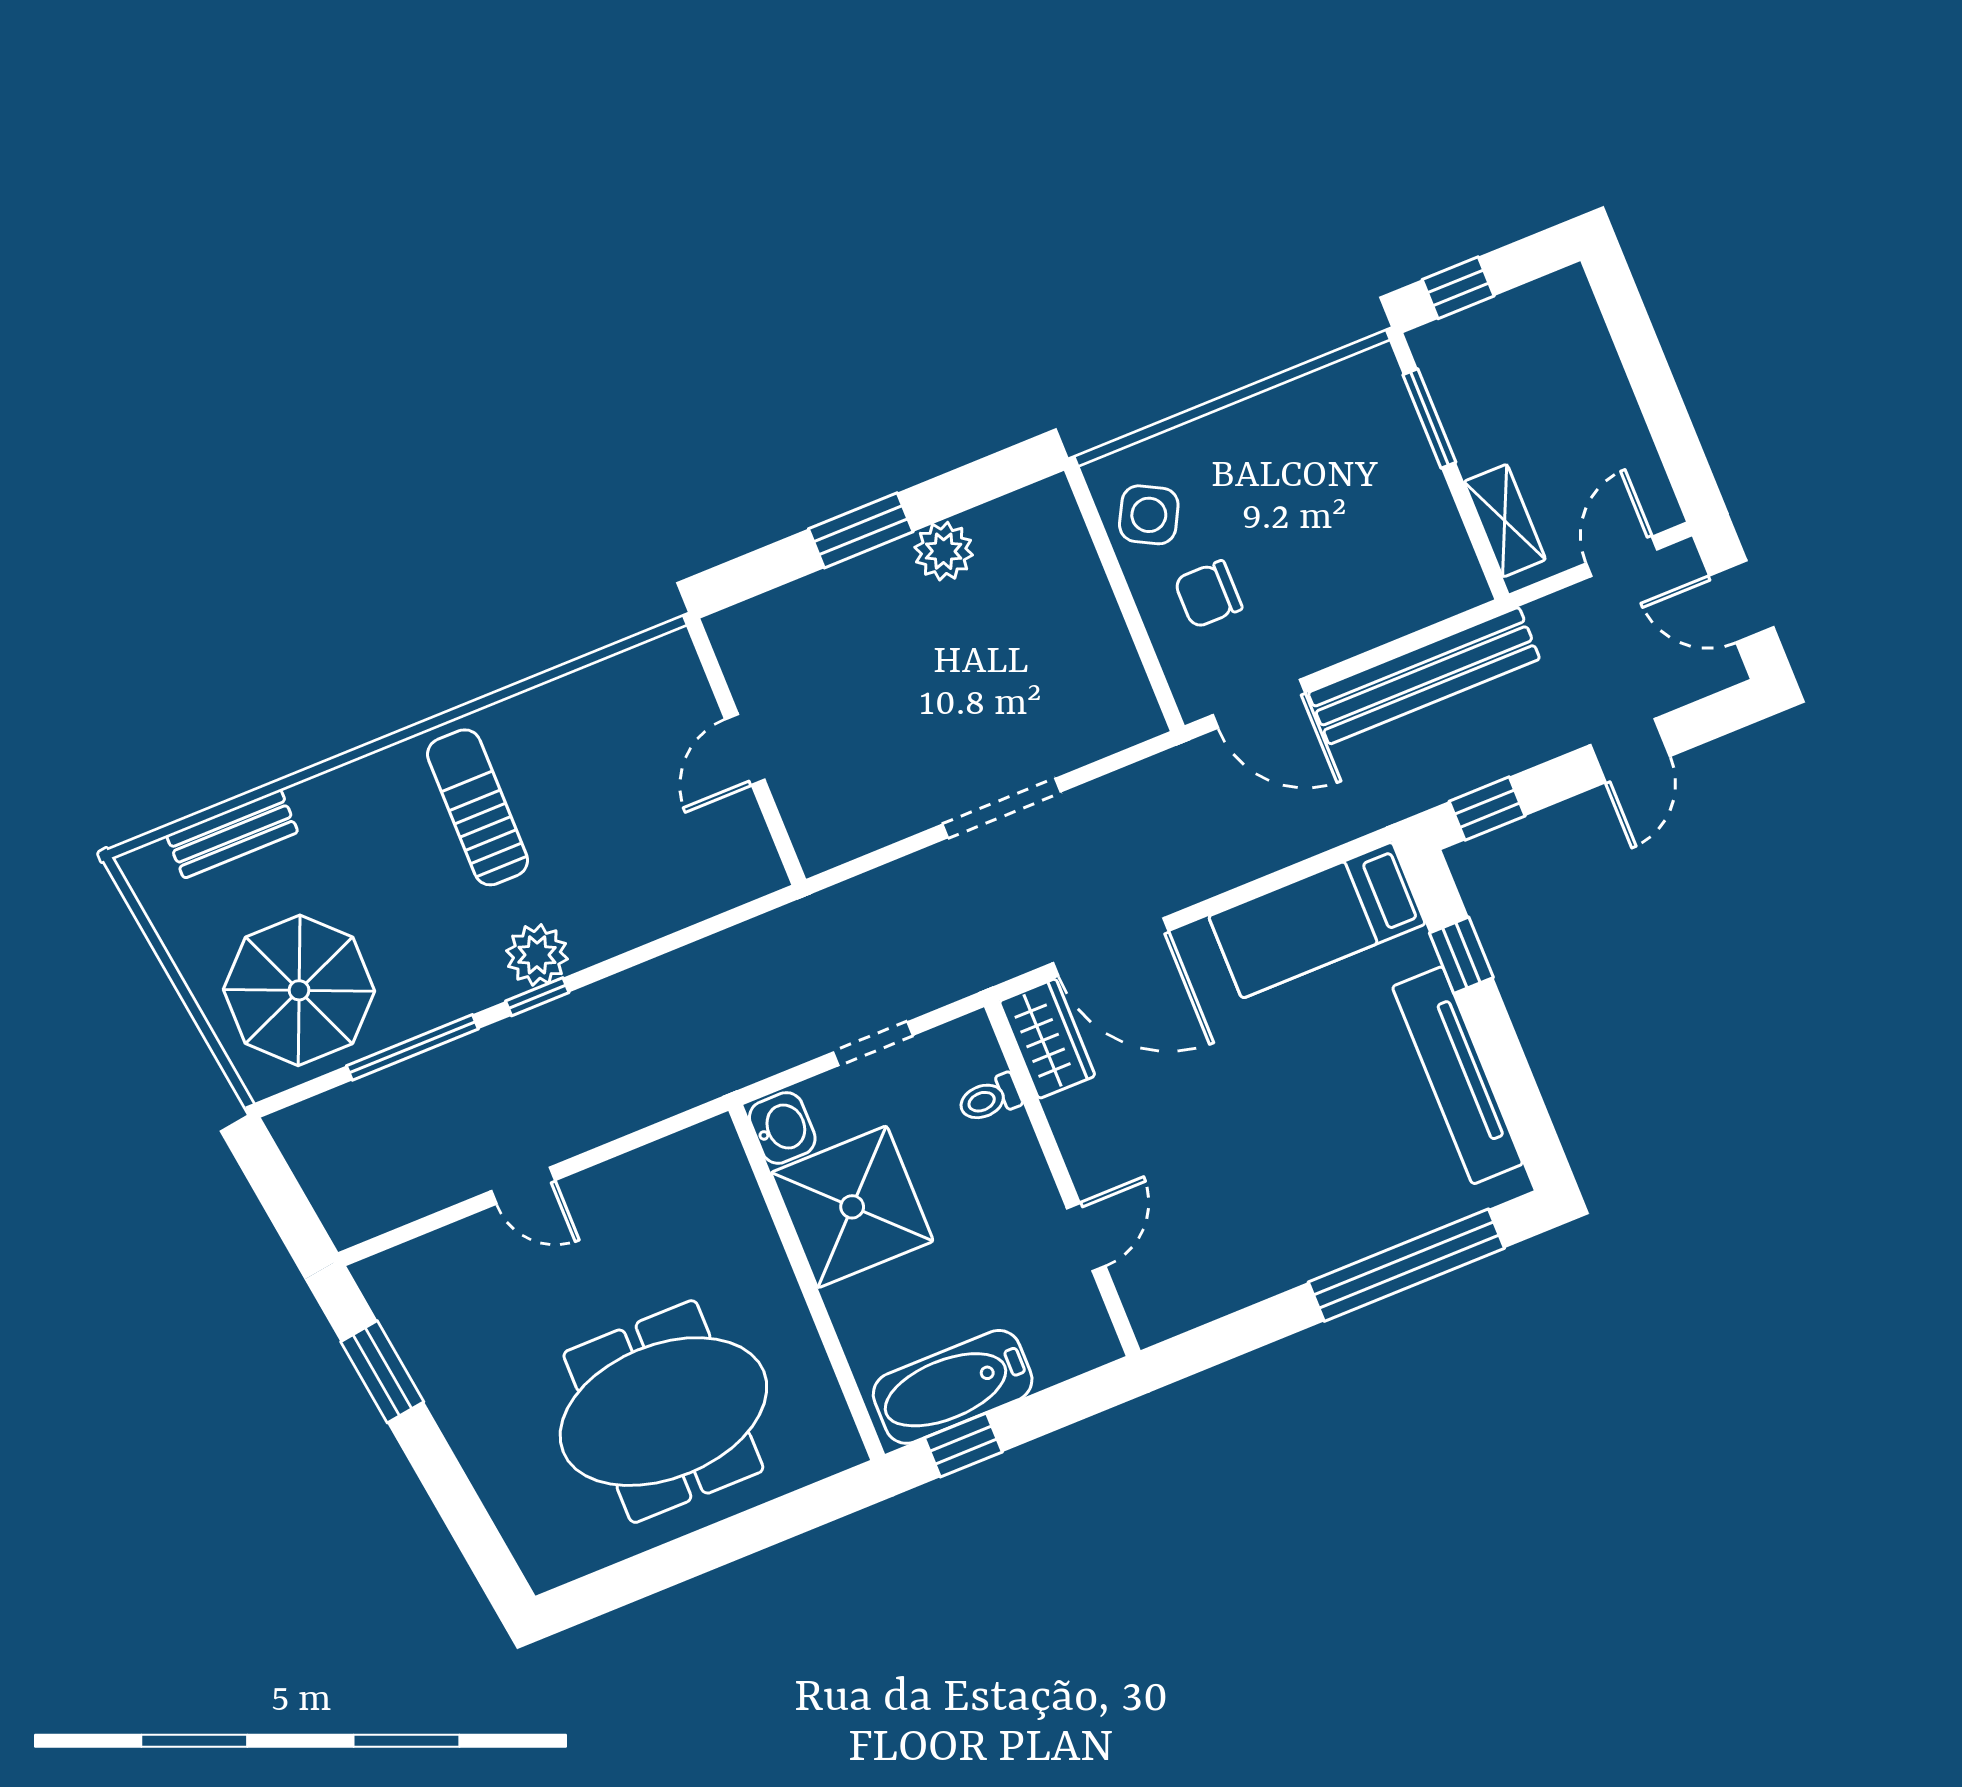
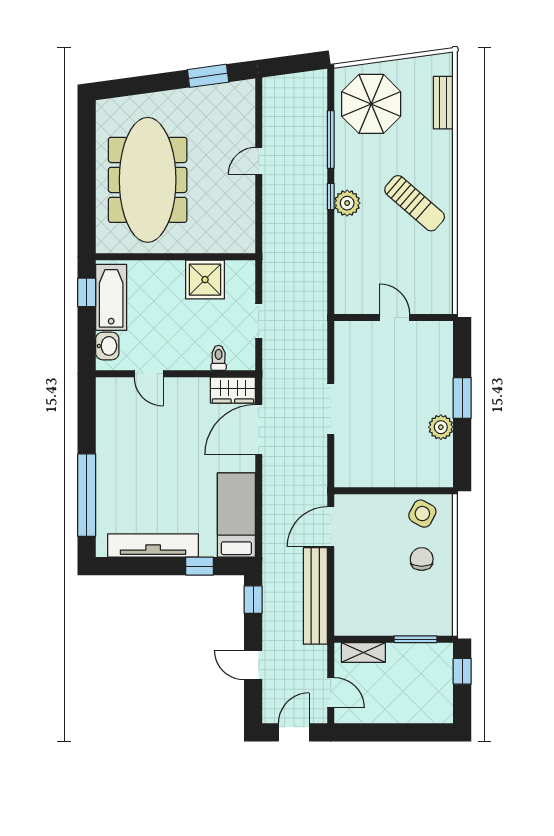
chair: (1208, 594) -> (422, 559), moved
sun lounger: (477, 807) -> (415, 203), turned 41
washbasin: (782, 1128) -> (107, 346), moved, turned -90
shower: (852, 1207) -> (205, 280), width x0.73, depth x0.73
meeting table: (663, 1412) -> (148, 180), width x1.36

